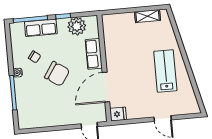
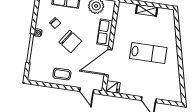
shelving: (148, 16) -> (147, 10), moved
lab bench: (165, 71) -> (148, 53), moved, turned 90
coffee table: (57, 113) -> (62, 74), added

